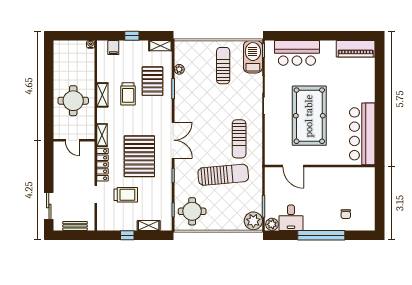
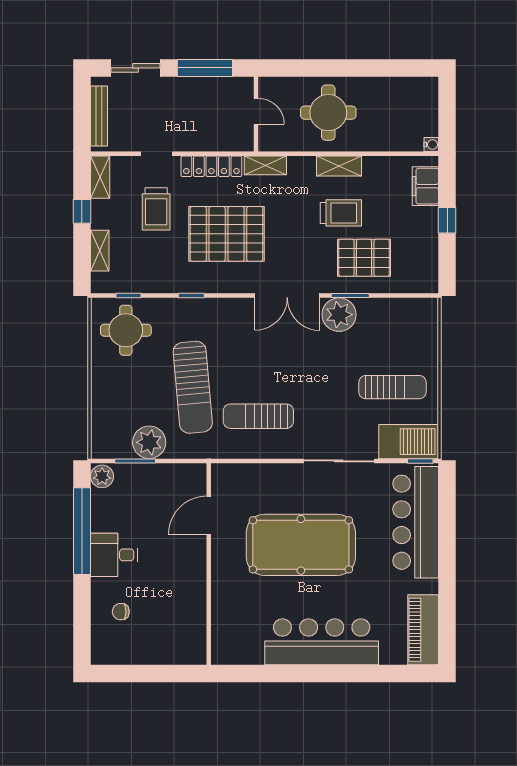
shelving: (160, 46) -> (100, 177), moved
filing cabinet: (113, 48) -> (425, 186), width x2.00
bar counter: (297, 53) -> (416, 522), width x1.36
plant: (179, 69) -> (339, 315), moved, width x1.88, depth x1.88
trolley: (128, 94) -> (341, 213), turned 180
bar counter: (362, 134) -> (322, 642), moved
door: (72, 140) -> (256, 111), swing flipped
double door: (173, 140) -> (287, 296), moved
window: (49, 168) -> (205, 68), added
desk: (291, 218) -> (114, 555), moved
plant: (253, 221) -> (149, 442), moved
bench: (75, 226) -> (99, 116), width x1.36
window: (321, 235) -> (82, 531), moved

